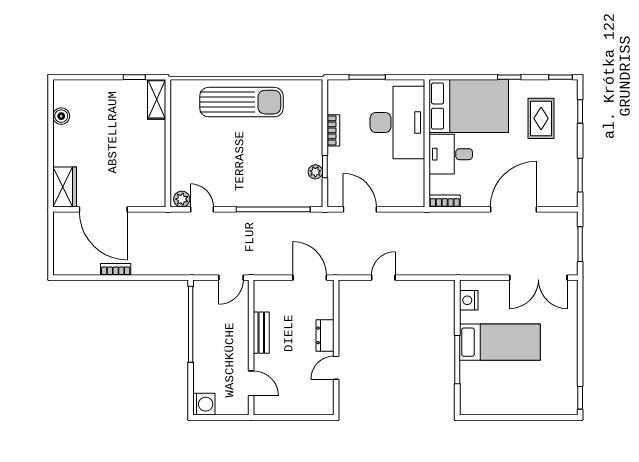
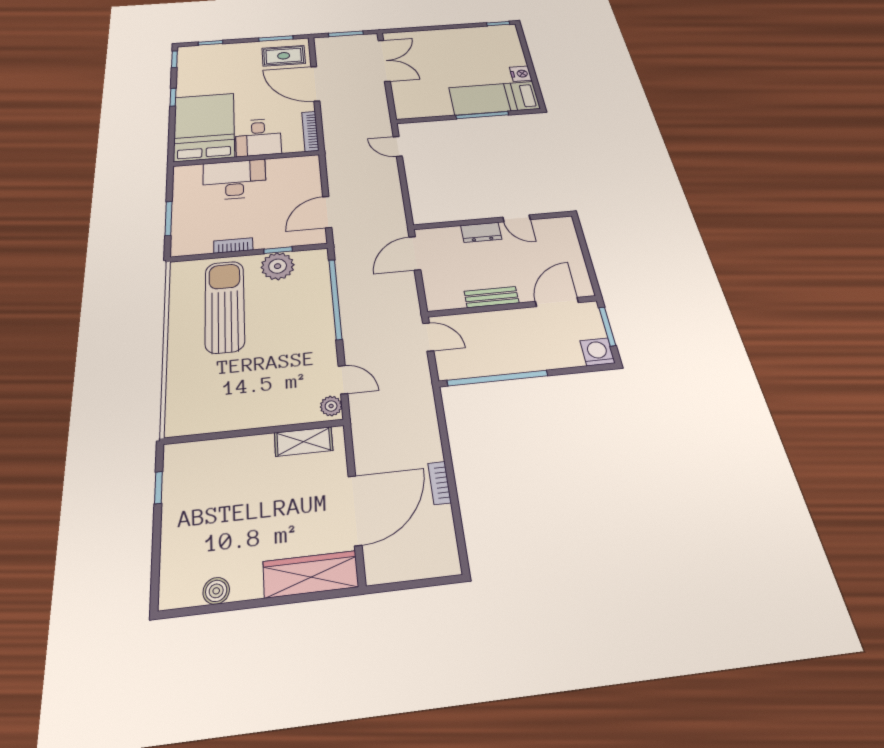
shelving: (157, 99) -> (304, 442), moved
sun lounger: (242, 102) -> (225, 306), moved
rug: (541, 118) -> (284, 56), moved
desk: (397, 123) -> (234, 180), width x0.73, depth x0.77
plant: (315, 172) -> (278, 266), width x1.87, depth x1.87
wardrobe: (65, 187) -> (311, 574), width x1.50
bookcase: (445, 201) -> (310, 131), width x1.56
door: (202, 209) -> (343, 380), swing flipped
door: (383, 278) -> (398, 146), moved
nightstand: (469, 300) -> (521, 74), moved, turned -90
bed: (500, 342) -> (494, 98), moved, turned -90
door: (251, 383) -> (557, 302), width x1.38
window: (225, 417) -> (607, 326), added

